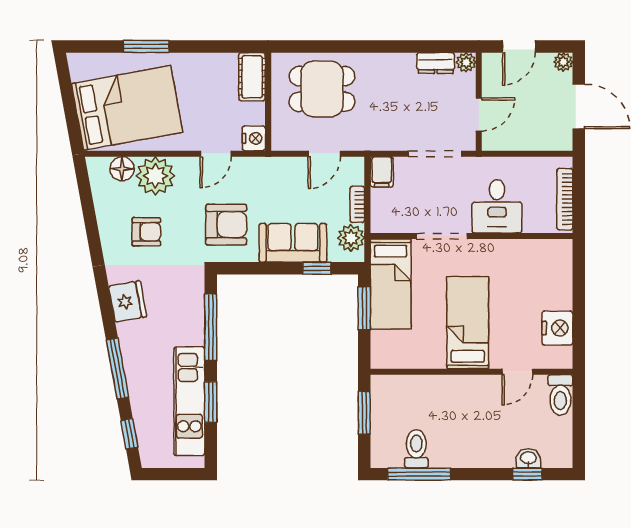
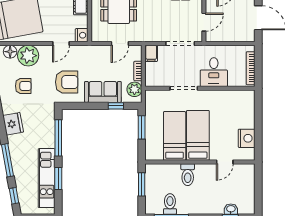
bed: (391, 284) -> (175, 136), moved, turned 180
toilet: (560, 395) -> (188, 175), moved

